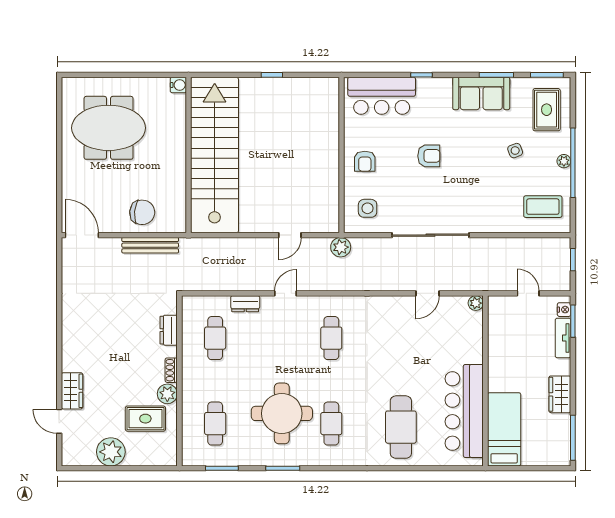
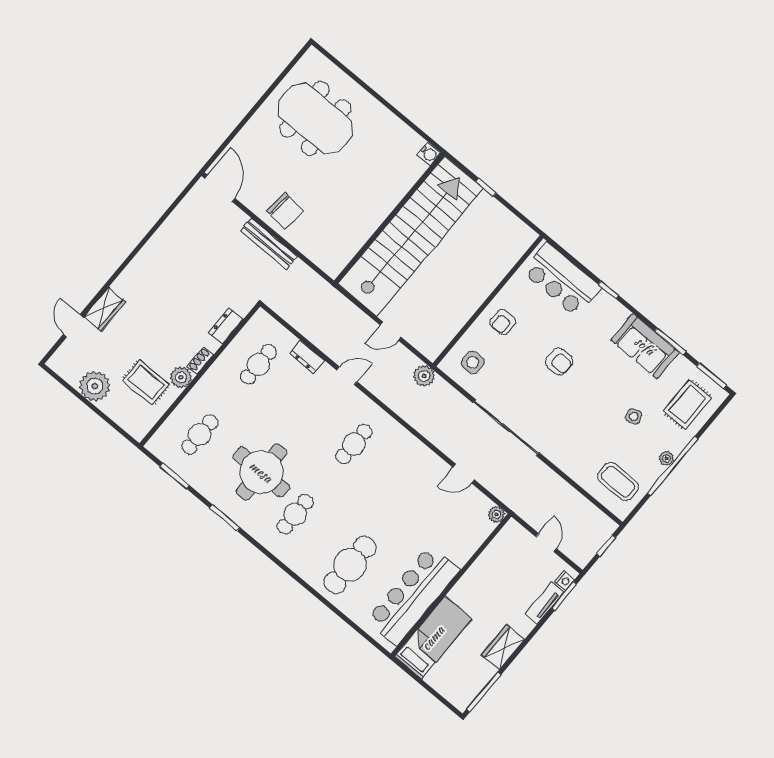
water cooler: (178, 85) -> (429, 154), moved
wall: (189, 155) -> (389, 218), moved
stairs: (215, 155) -> (411, 236), moved

